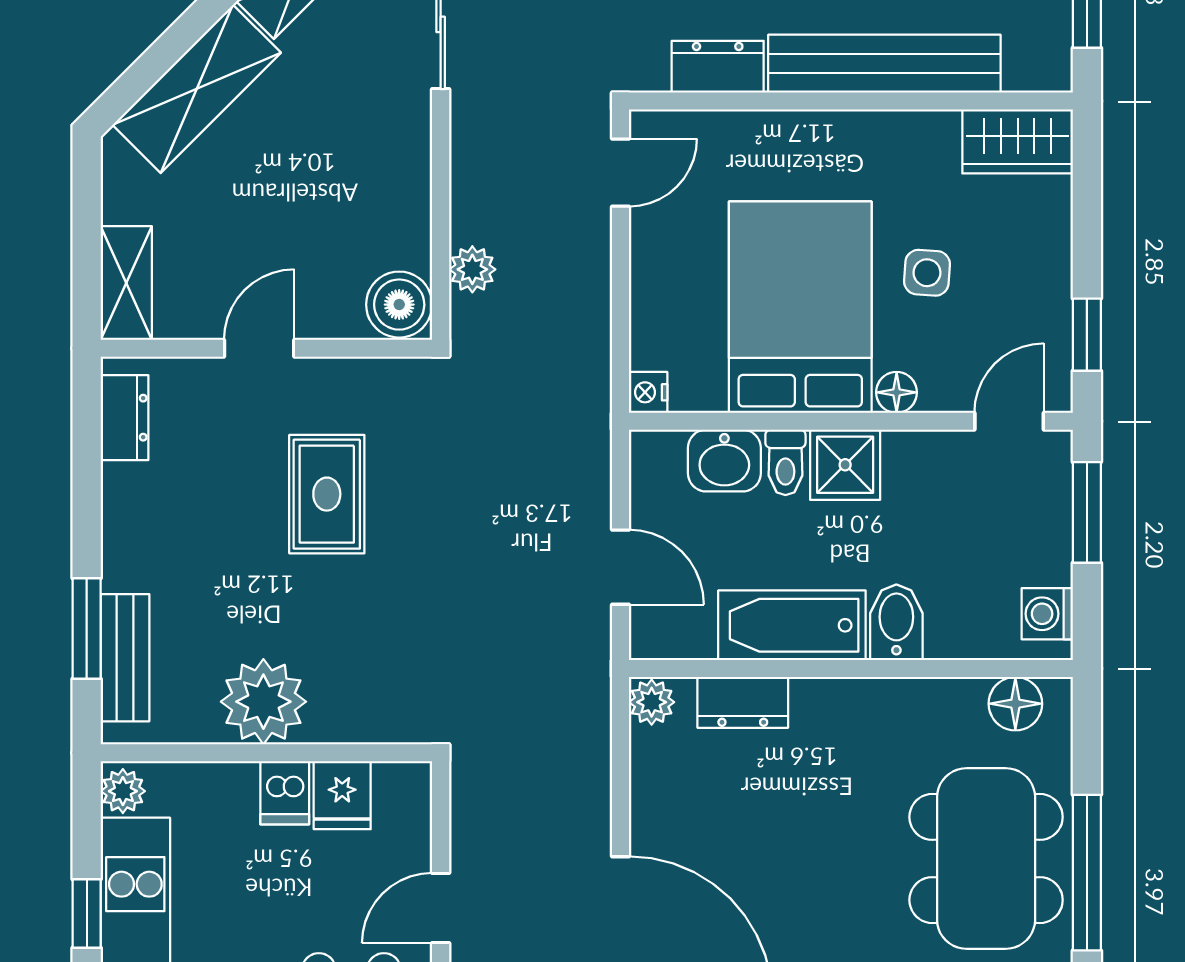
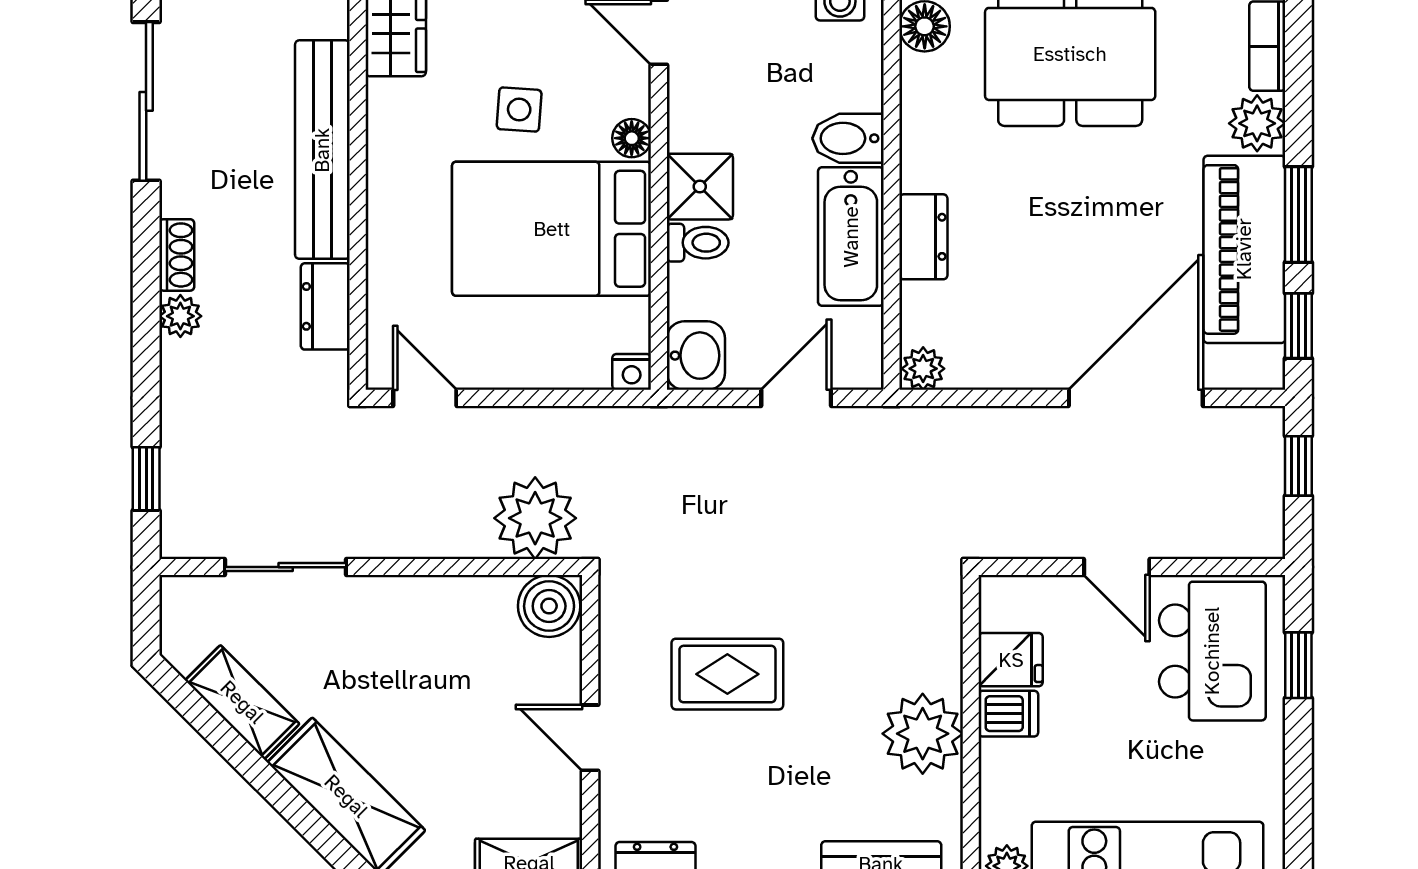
plant: (472, 269) -> (535, 518), width x1.88, depth x1.88
washbasin: (724, 461) -> (696, 356), moved
dresser: (743, 702) -> (923, 237), moved

